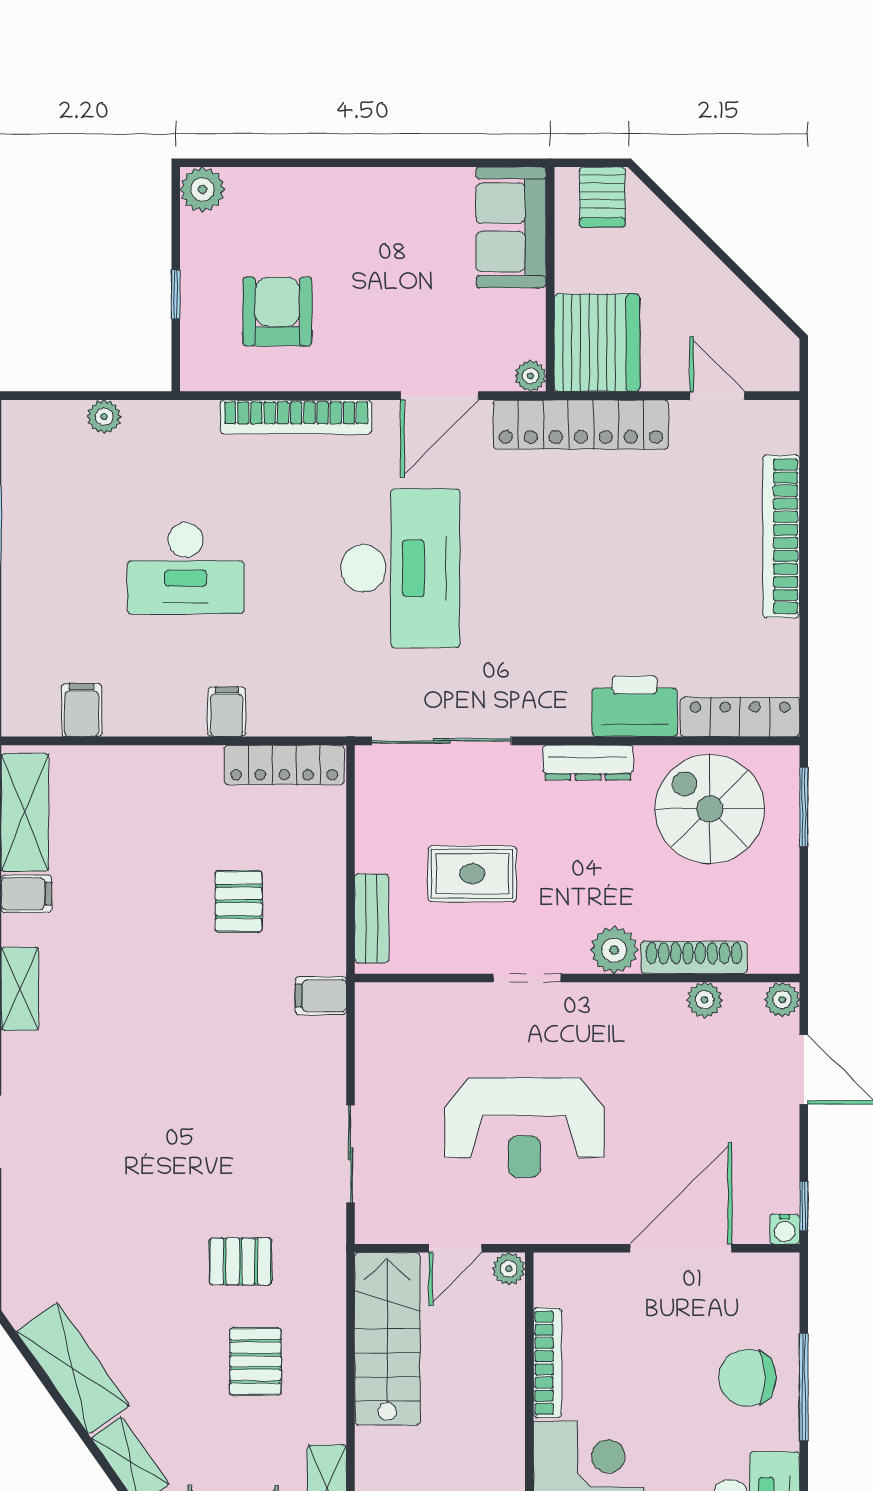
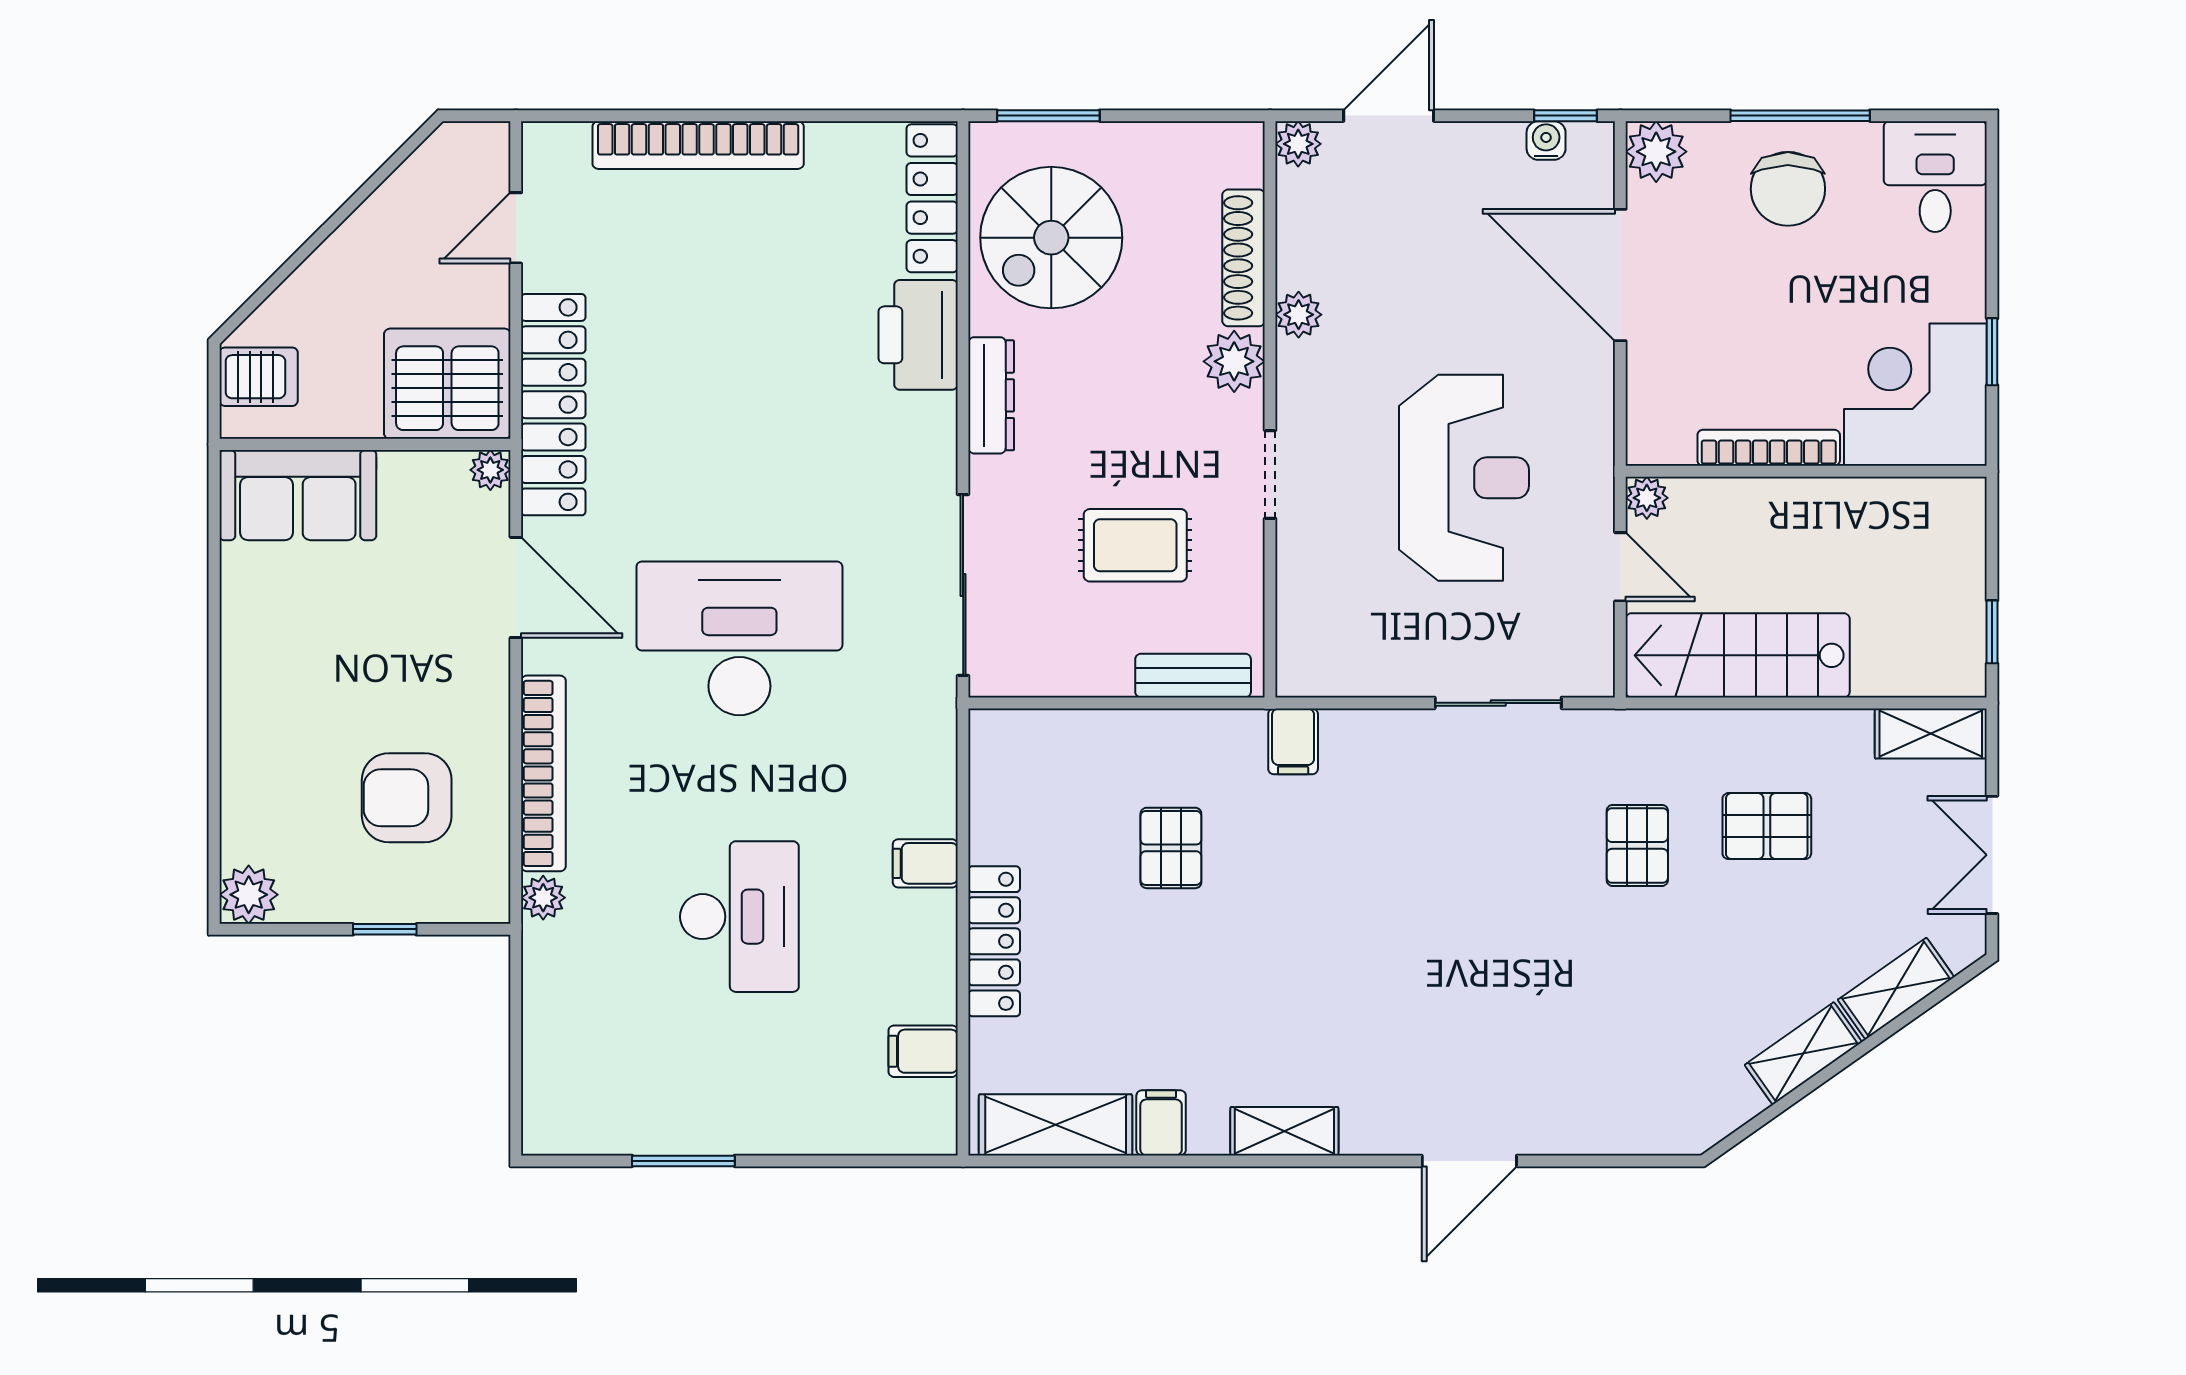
plant: (104, 417) -> (543, 898), moved
locker: (284, 765) -> (994, 941), moved
rug: (472, 874) -> (1135, 545), turned 90
pallet: (239, 901) -> (1171, 848), turned 90
plant: (705, 1000) -> (1299, 315), moved
water cooler: (785, 1229) -> (1546, 141), moved, turned -90
plant: (776, 1276) -> (1656, 152), added
shelving: (73, 1369) -> (1803, 1053), width x0.67, depth x0.75

